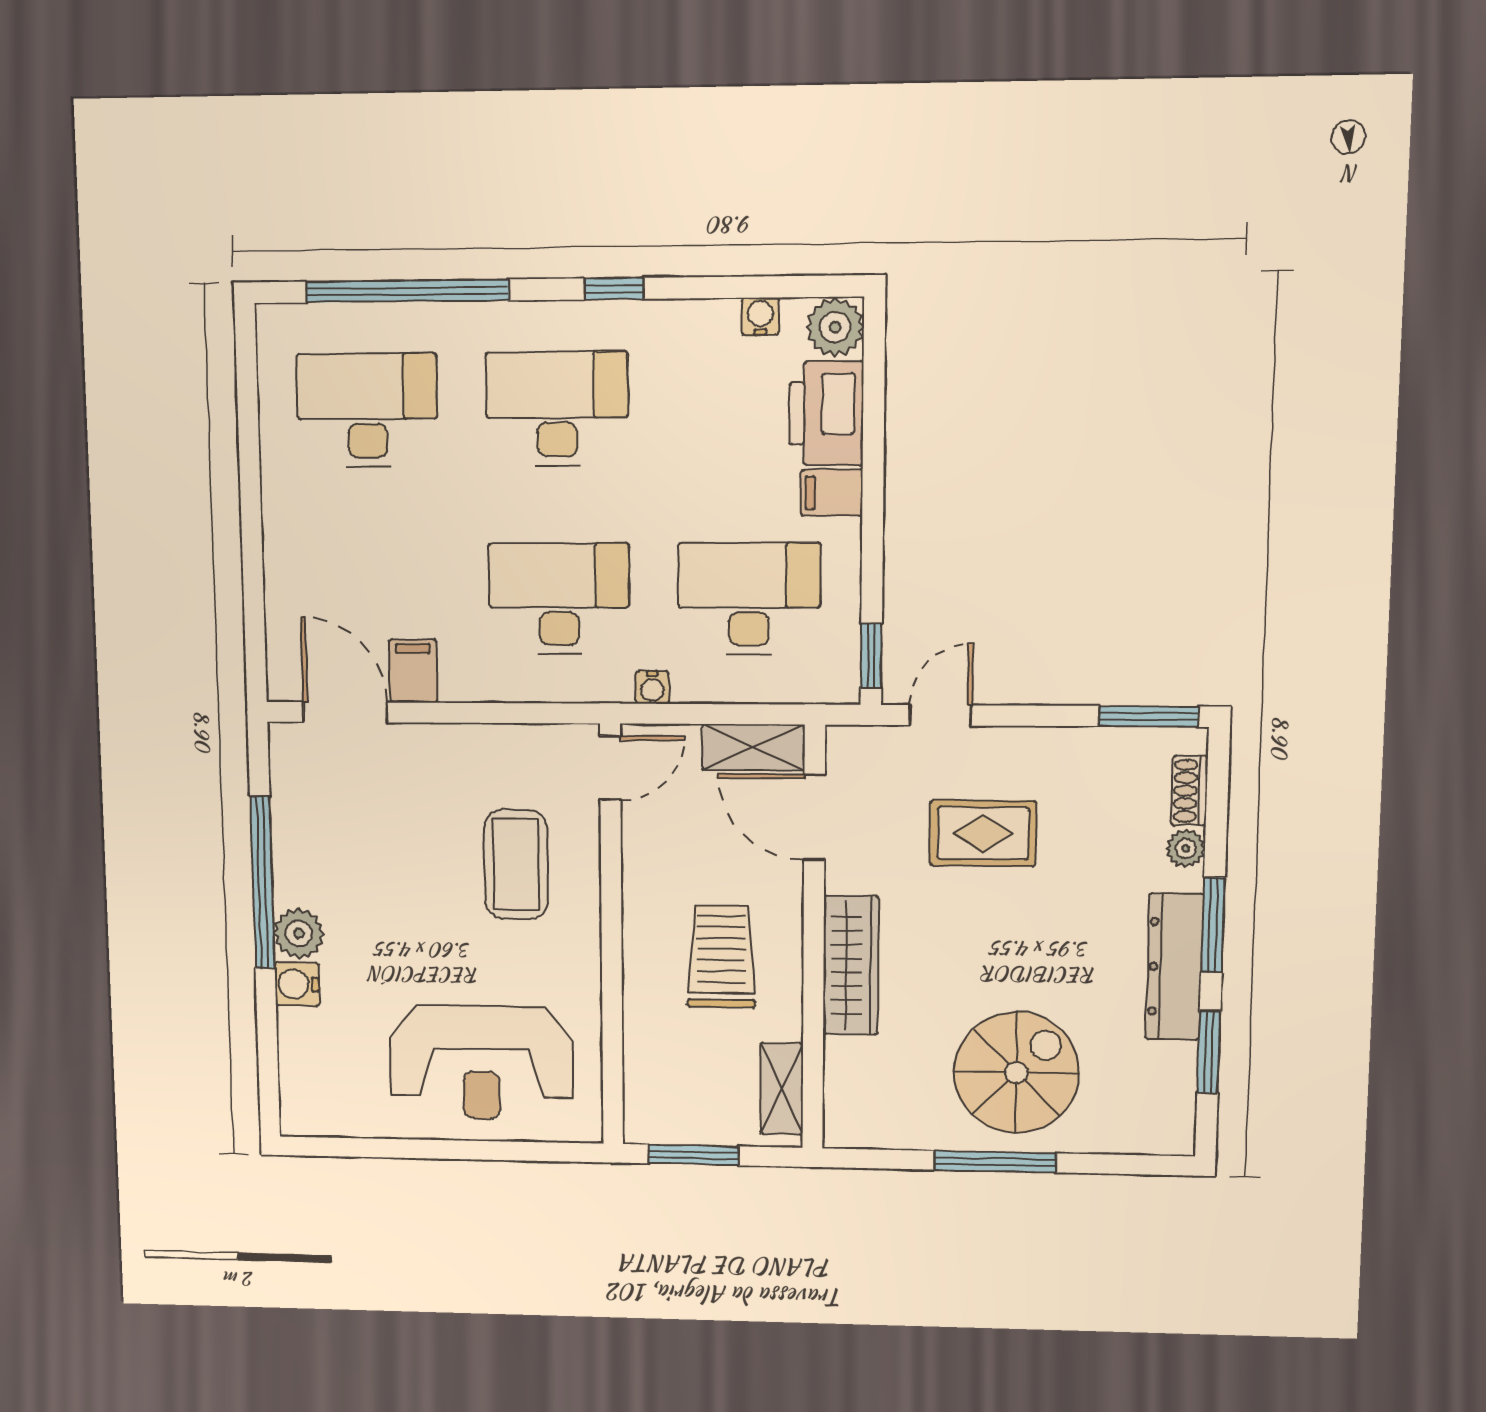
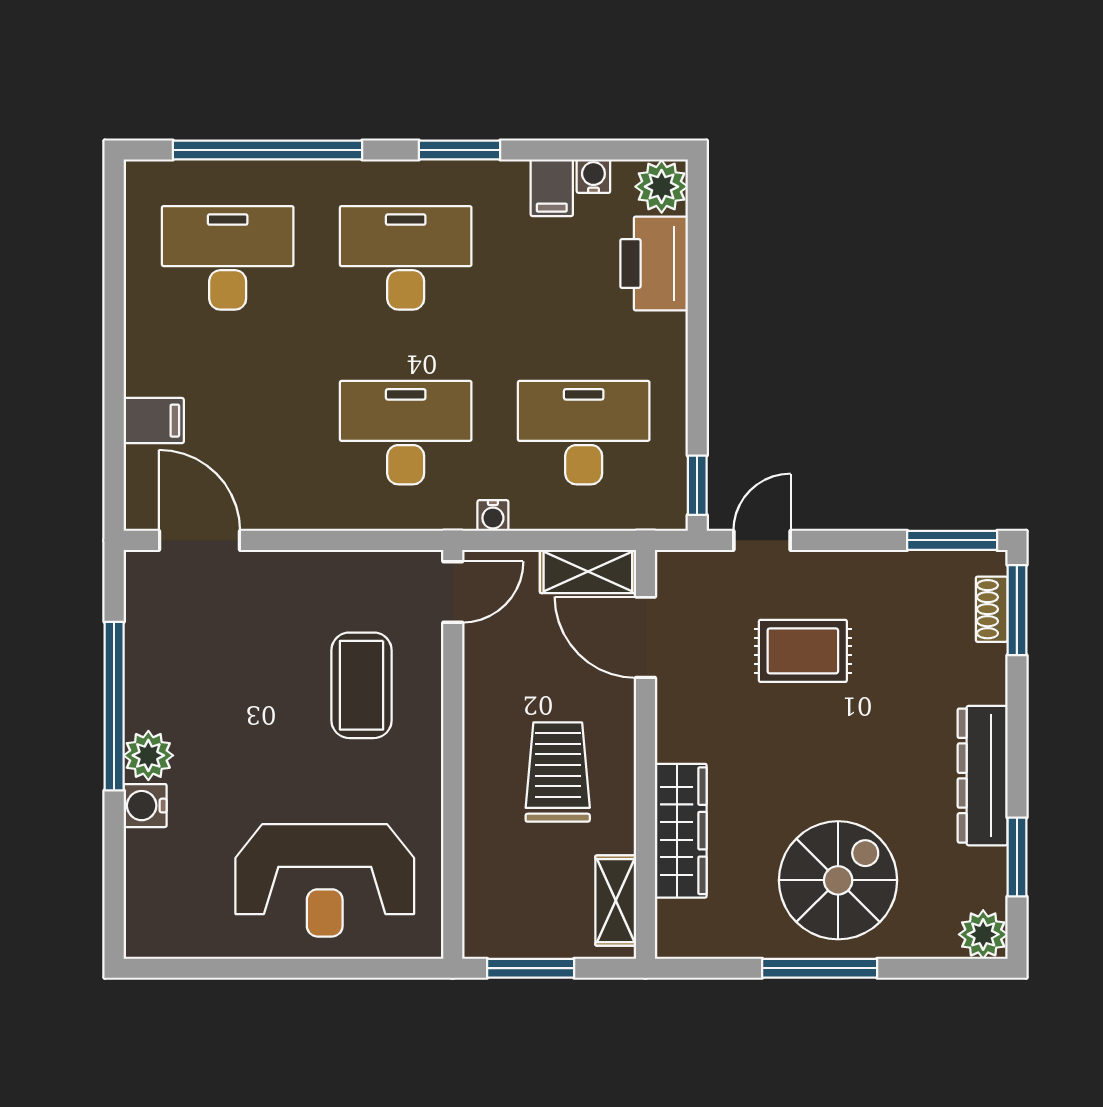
window: (614, 289) -> (460, 150), width x1.50
filing cabinet: (832, 493) -> (552, 188), moved, turned -90
filing cabinet: (413, 671) -> (154, 421), moved, turned 90
plant: (1186, 848) -> (983, 934), moved, width x1.38, depth x1.38
window: (1213, 925) -> (1017, 610), moved
wardrobe: (851, 965) -> (681, 831), moved

